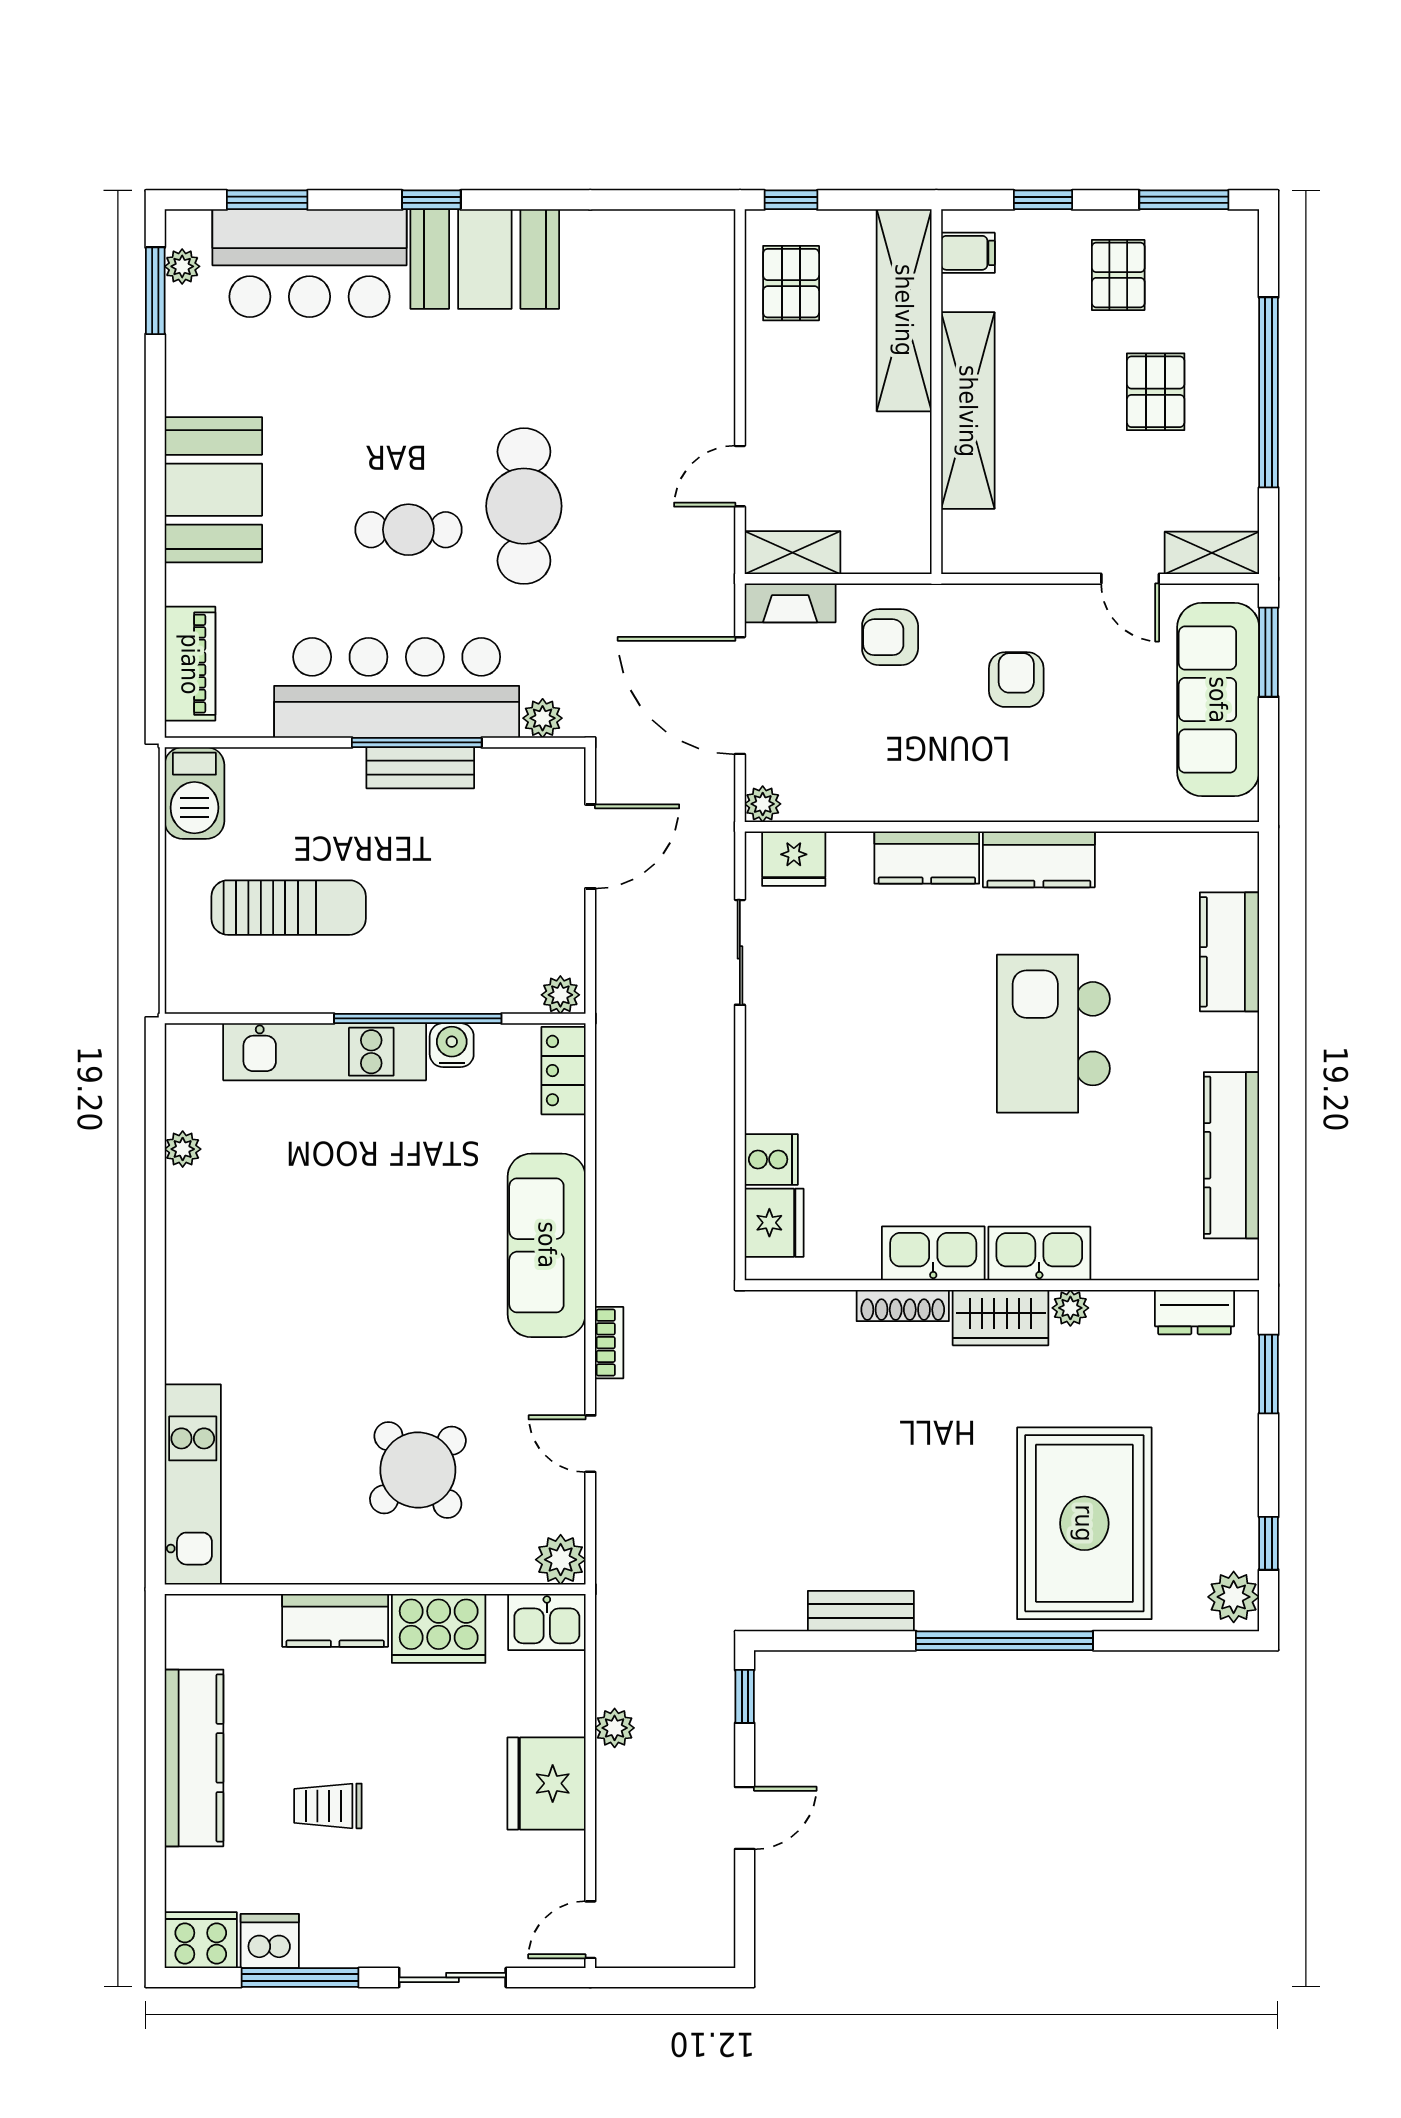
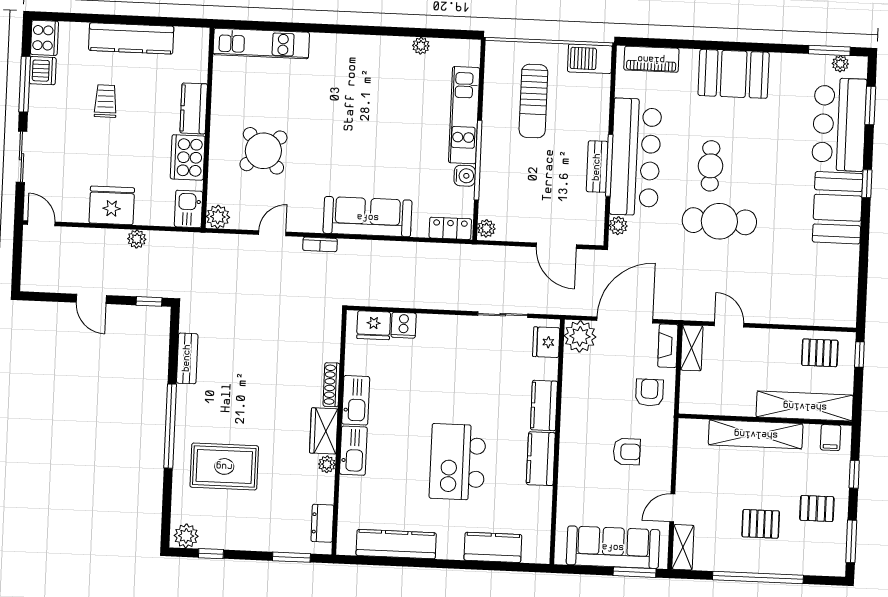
plant: (763, 804) -> (580, 336), width x1.88, depth x1.88
kitchen island: (1053, 1034) -> (458, 462), turned -90
rug: (1084, 1523) -> (224, 466), width x0.73, depth x0.69

